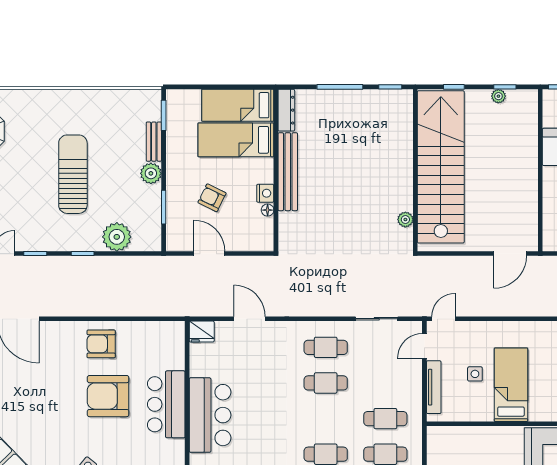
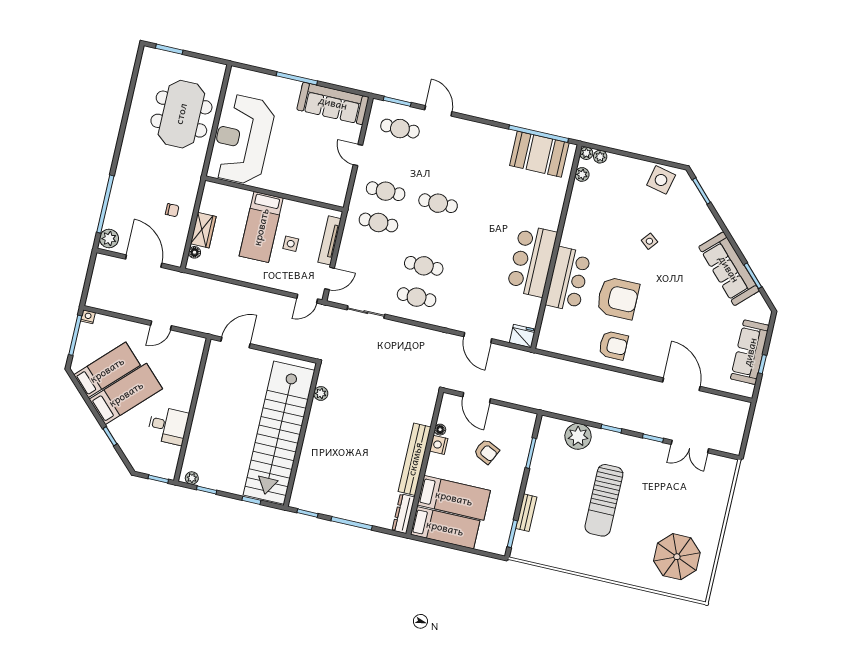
plant: (498, 96) -> (192, 478), moved
plant: (151, 173) -> (535, 485), removed
door: (209, 254) -> (477, 398), moved

